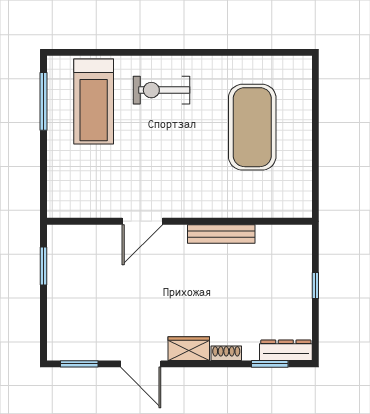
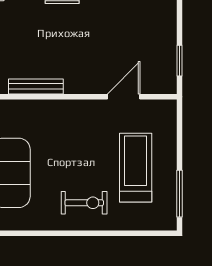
treadmill: (94, 102) -> (136, 168), moved
door: (142, 221) -> (124, 97), moved

